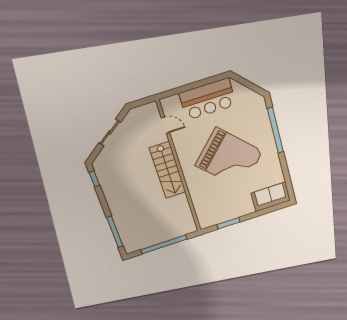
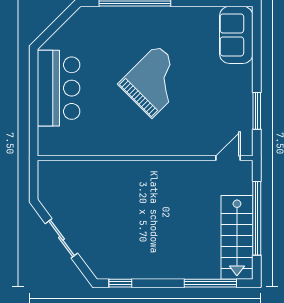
door: (165, 125) -> (228, 158), moved
grand piano: (229, 158) -> (155, 81), width x0.73, depth x0.68
stairs: (168, 170) -> (237, 237), moved, turned 90

